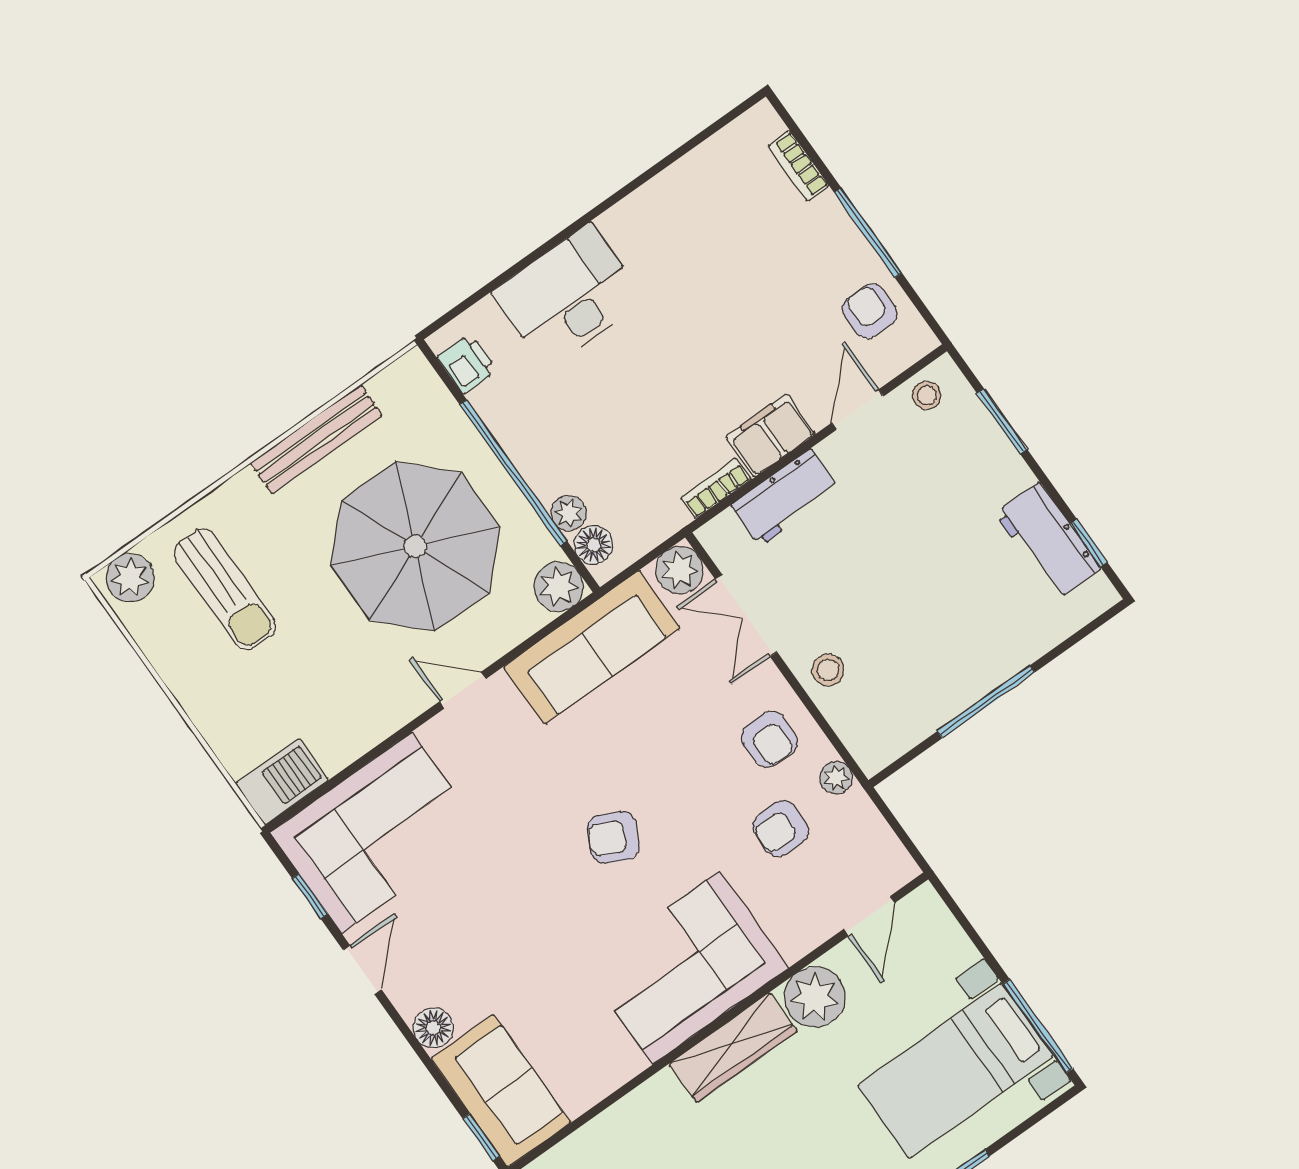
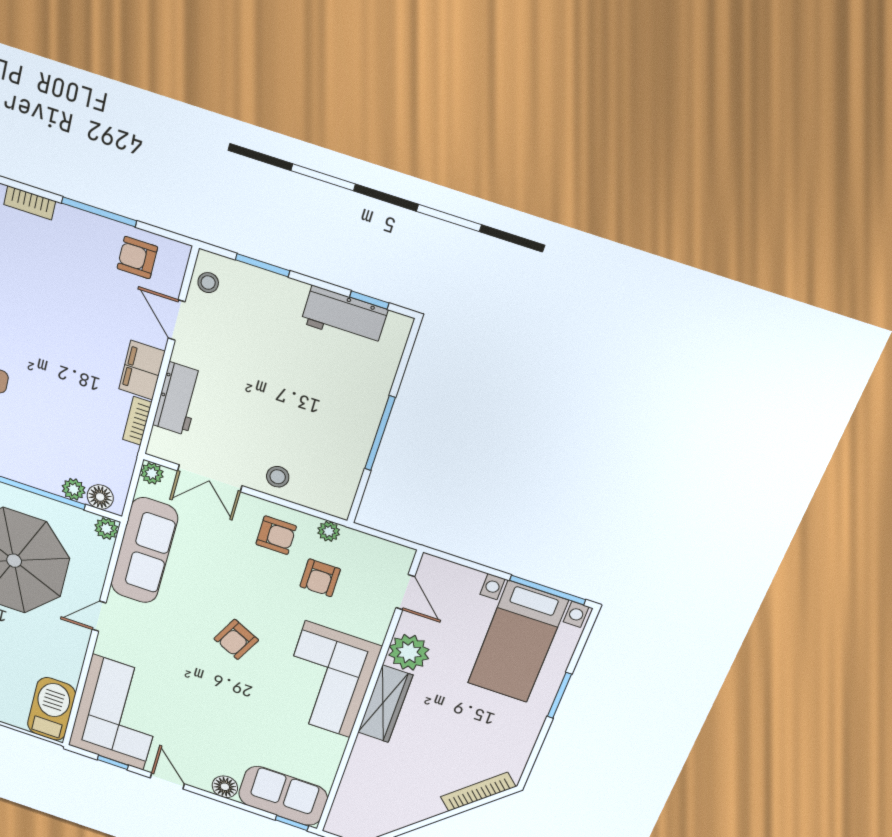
plant: (680, 570) -> (152, 473), width x0.73, depth x0.73
plant: (558, 586) -> (106, 529), width x0.73, depth x0.73
barbecue: (282, 782) -> (51, 709), width x1.37, depth x1.21

